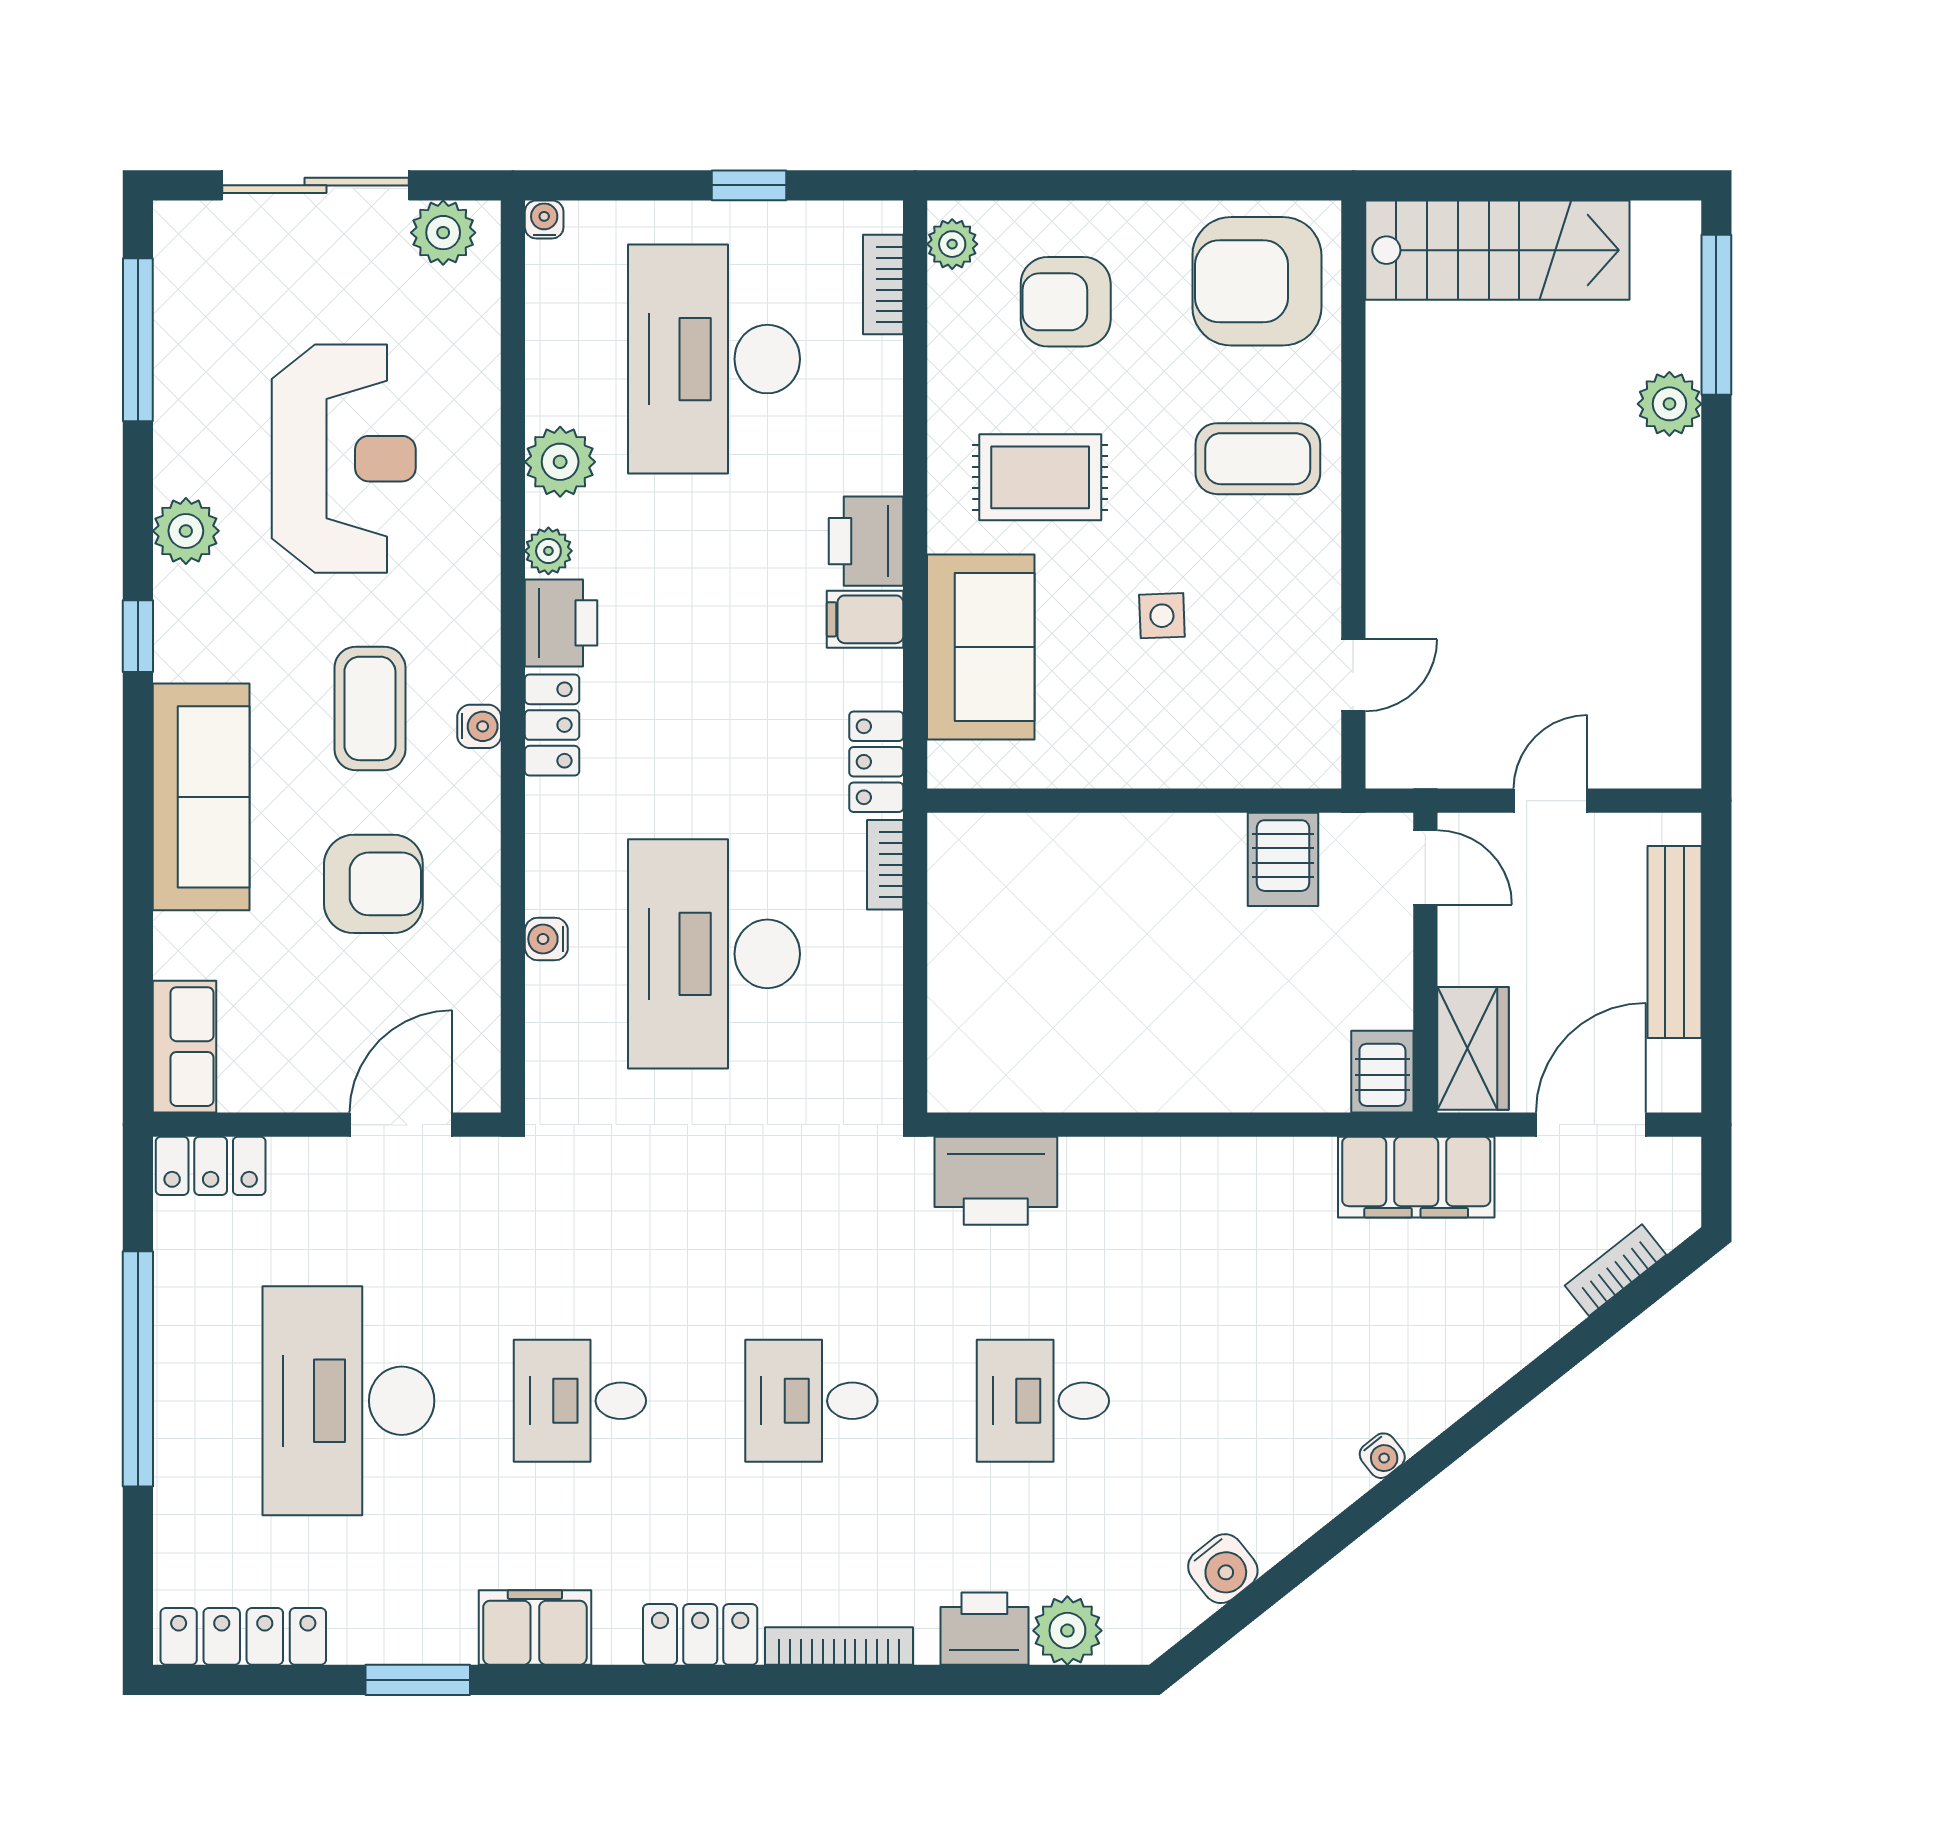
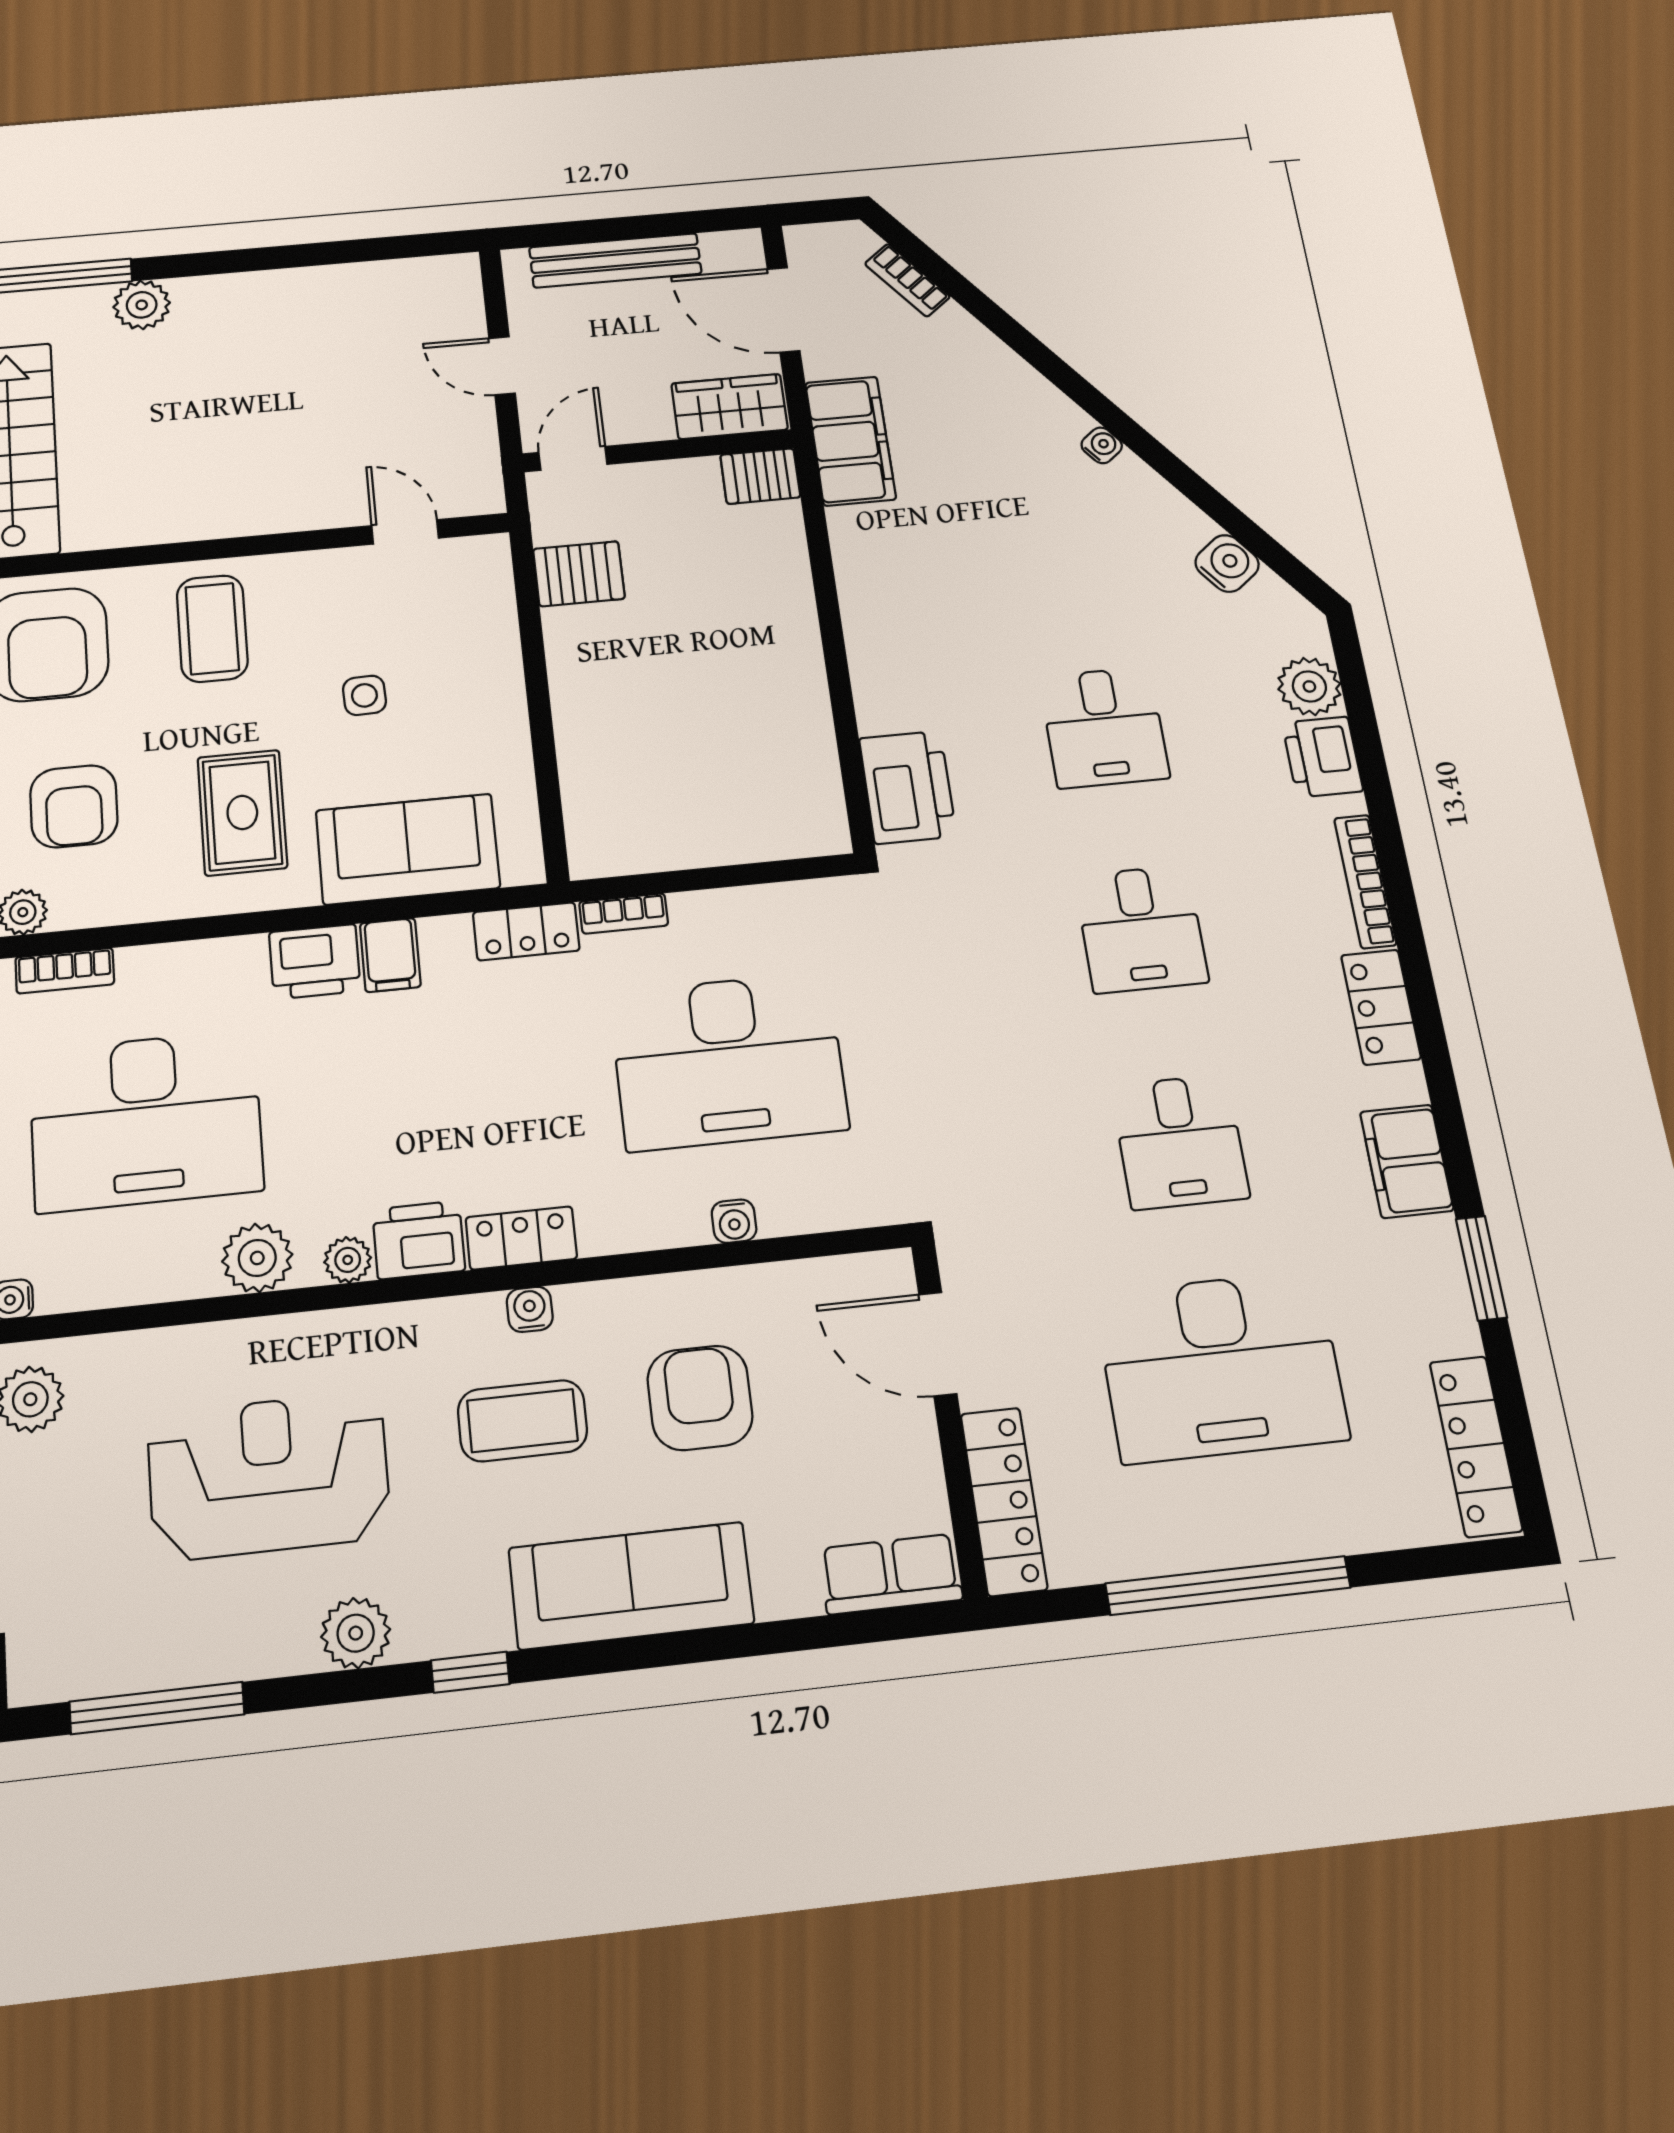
locker: (211, 1166) -> (1004, 1501), width x1.53

